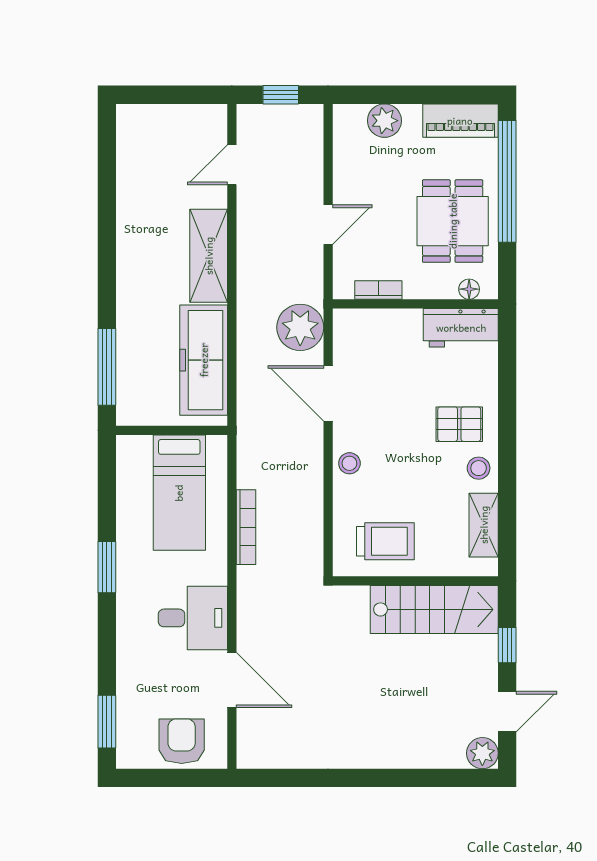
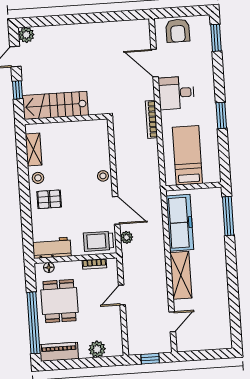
plant: (300, 327) -> (127, 237), width x0.53, depth x0.53
bookcase: (246, 527) -> (151, 119), moved
trolley: (385, 541) -> (98, 241), moved

